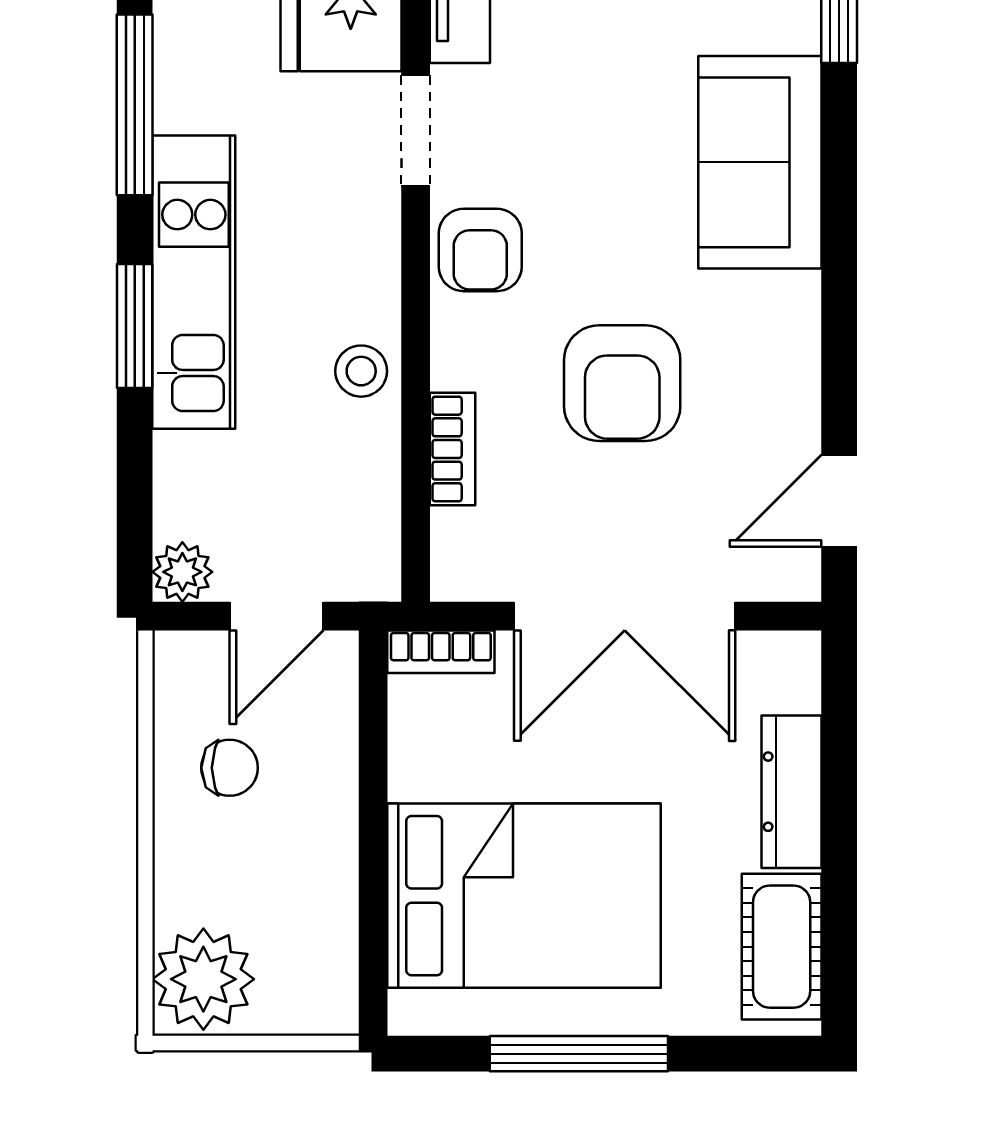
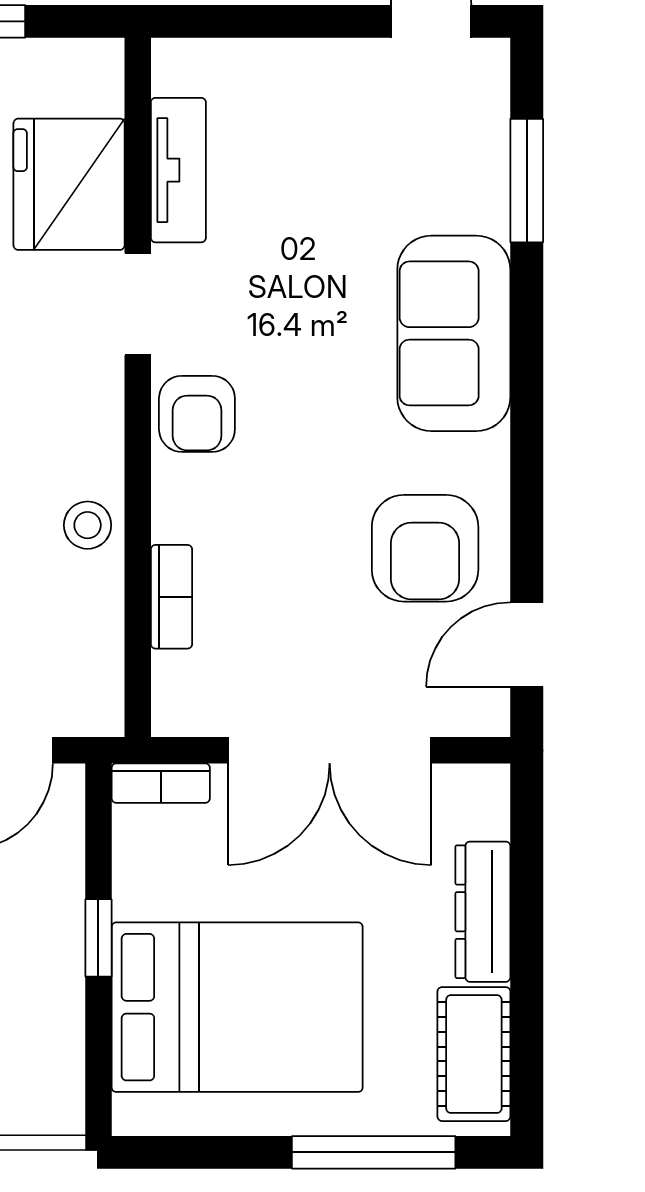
armchair: (622, 383) -> (425, 548), moved
window: (373, 820) -> (98, 938), added
window: (579, 1054) -> (374, 1152), moved

